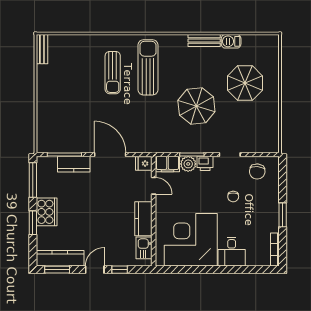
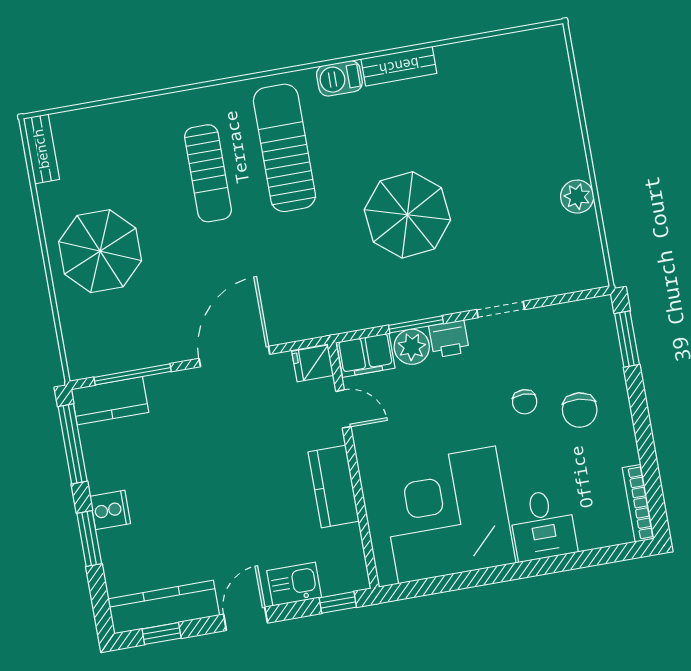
barbecue: (231, 41) -> (339, 78), moved
parasol: (245, 83) -> (100, 251), moved
plant: (272, 111) -> (577, 197), added
door: (110, 154) -> (234, 356), hinge flipped
kitchen counter: (74, 164) -> (110, 401), moved
chair: (257, 172) -> (580, 410), moved
cooker: (47, 212) -> (110, 510), width x0.53, depth x0.76
window: (283, 215) -> (627, 339), moved
kitchen sink: (144, 248) -> (294, 584), moved, turned 90
window: (57, 270) -> (162, 634), width x0.67
window: (120, 270) -> (338, 602), moved

